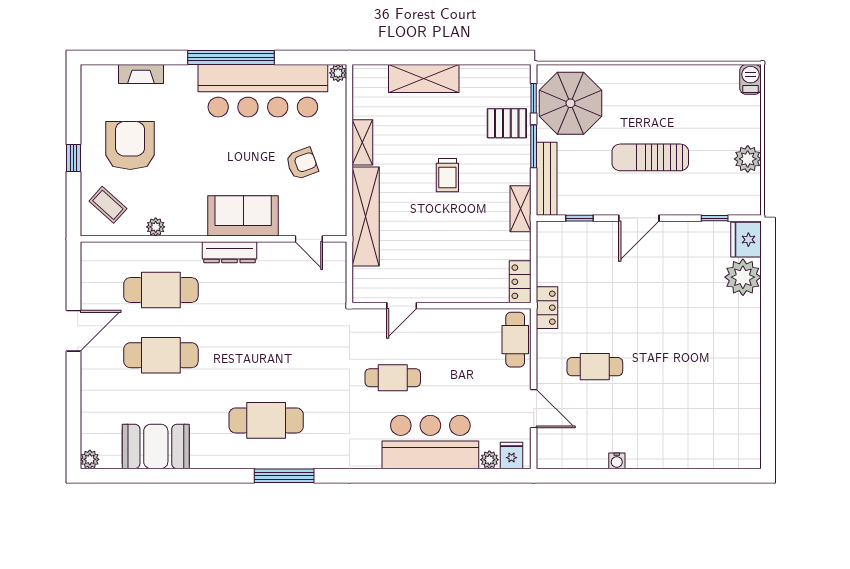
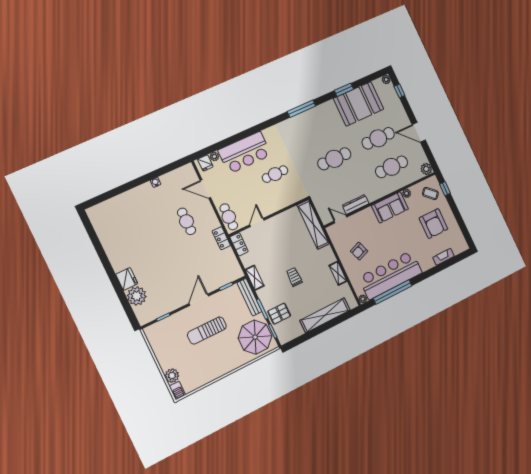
window: (231, 57) -> (393, 292), moved
shelving: (424, 78) -> (325, 315), width x1.47
sun lounger: (650, 157) -> (207, 331), turned 180
window: (74, 158) -> (445, 189), moved
plant: (748, 159) -> (172, 376), moved
sofa: (243, 216) -> (390, 207), moved
shelving: (366, 216) -> (313, 224), moved
fridge: (746, 240) -> (127, 279), moved
dresser: (230, 252) -> (356, 204), moved
plant: (93, 255) -> (426, 169), added
door: (402, 306) -> (257, 222), moved
door: (74, 331) -> (419, 132), hinge flipped
cafe table: (595, 367) -> (186, 221), turned 90
cafe table: (266, 420) -> (334, 159), moved
window: (74, 426) -> (399, 91), added
booth: (156, 446) -> (359, 104), width x1.36, depth x1.42
window: (184, 476) -> (344, 90), added

